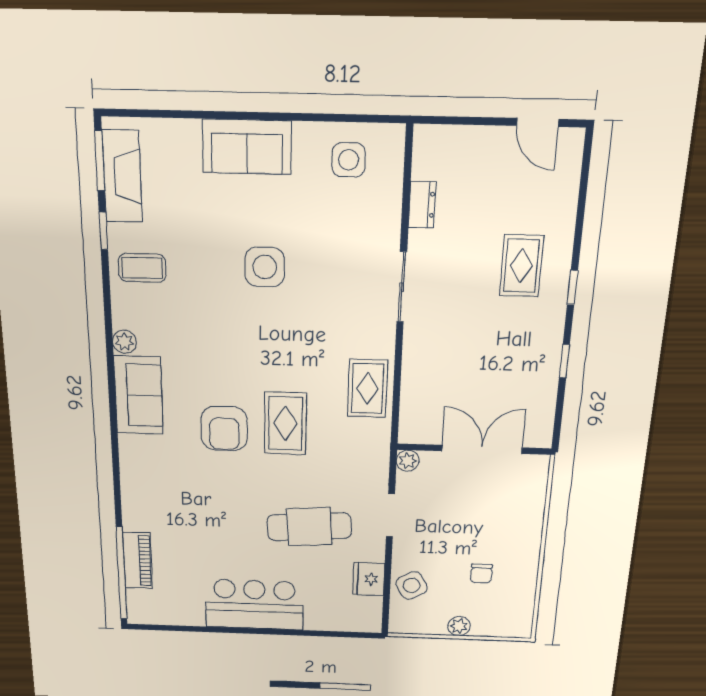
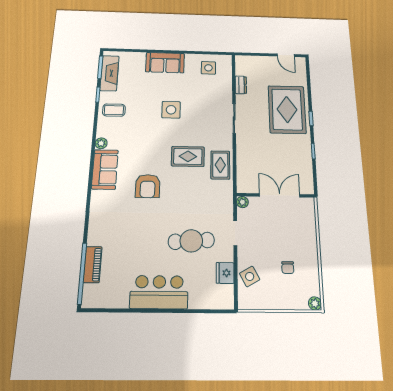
rug: (521, 266) -> (287, 109), width x1.86, depth x2.06
rug: (285, 423) -> (188, 156), moved, turned 90
plant: (459, 626) -> (315, 303), moved

